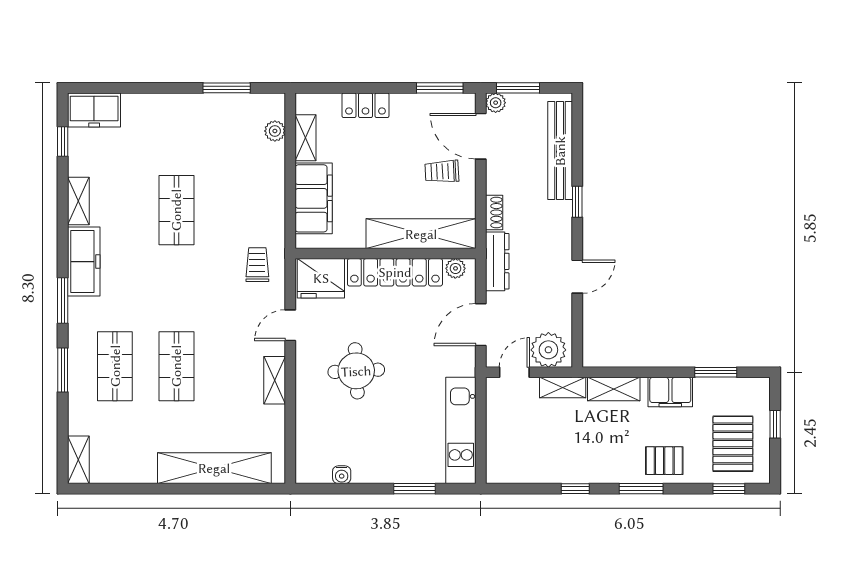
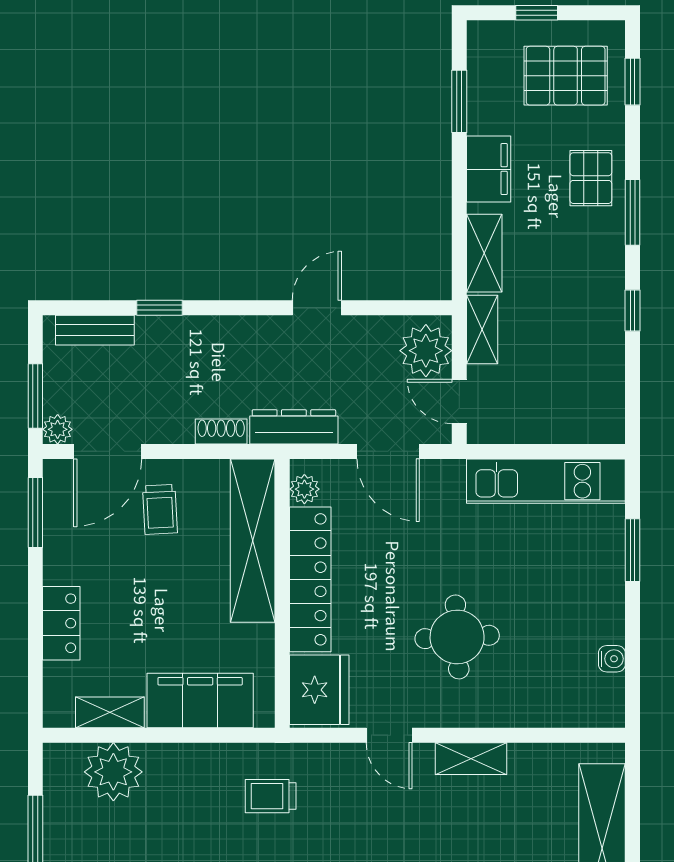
plant: (275, 131) -> (113, 772), width x1.88, depth x1.88
bench: (560, 151) -> (95, 330), width x0.54, depth x0.82
window: (577, 202) -> (160, 308), moved
trolley: (257, 265) -> (271, 796), moved
door: (577, 277) -> (317, 308), hinge flipped

